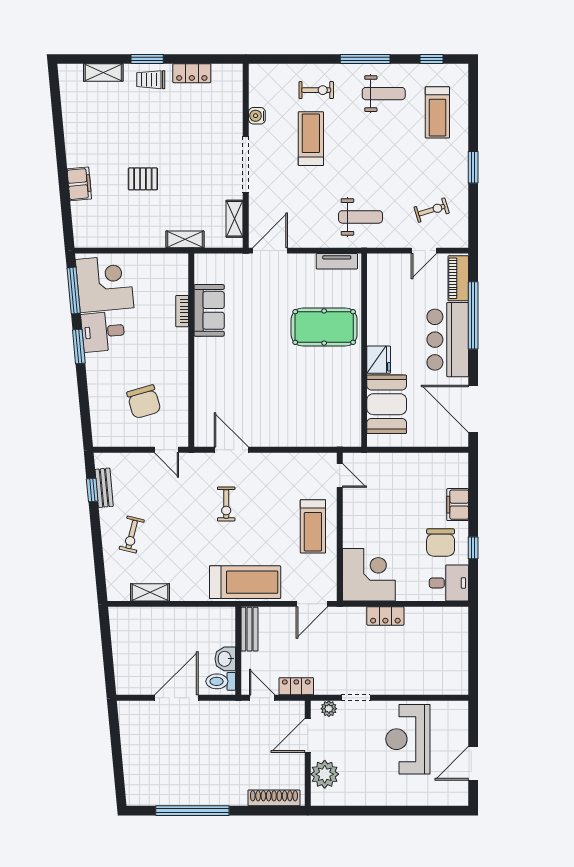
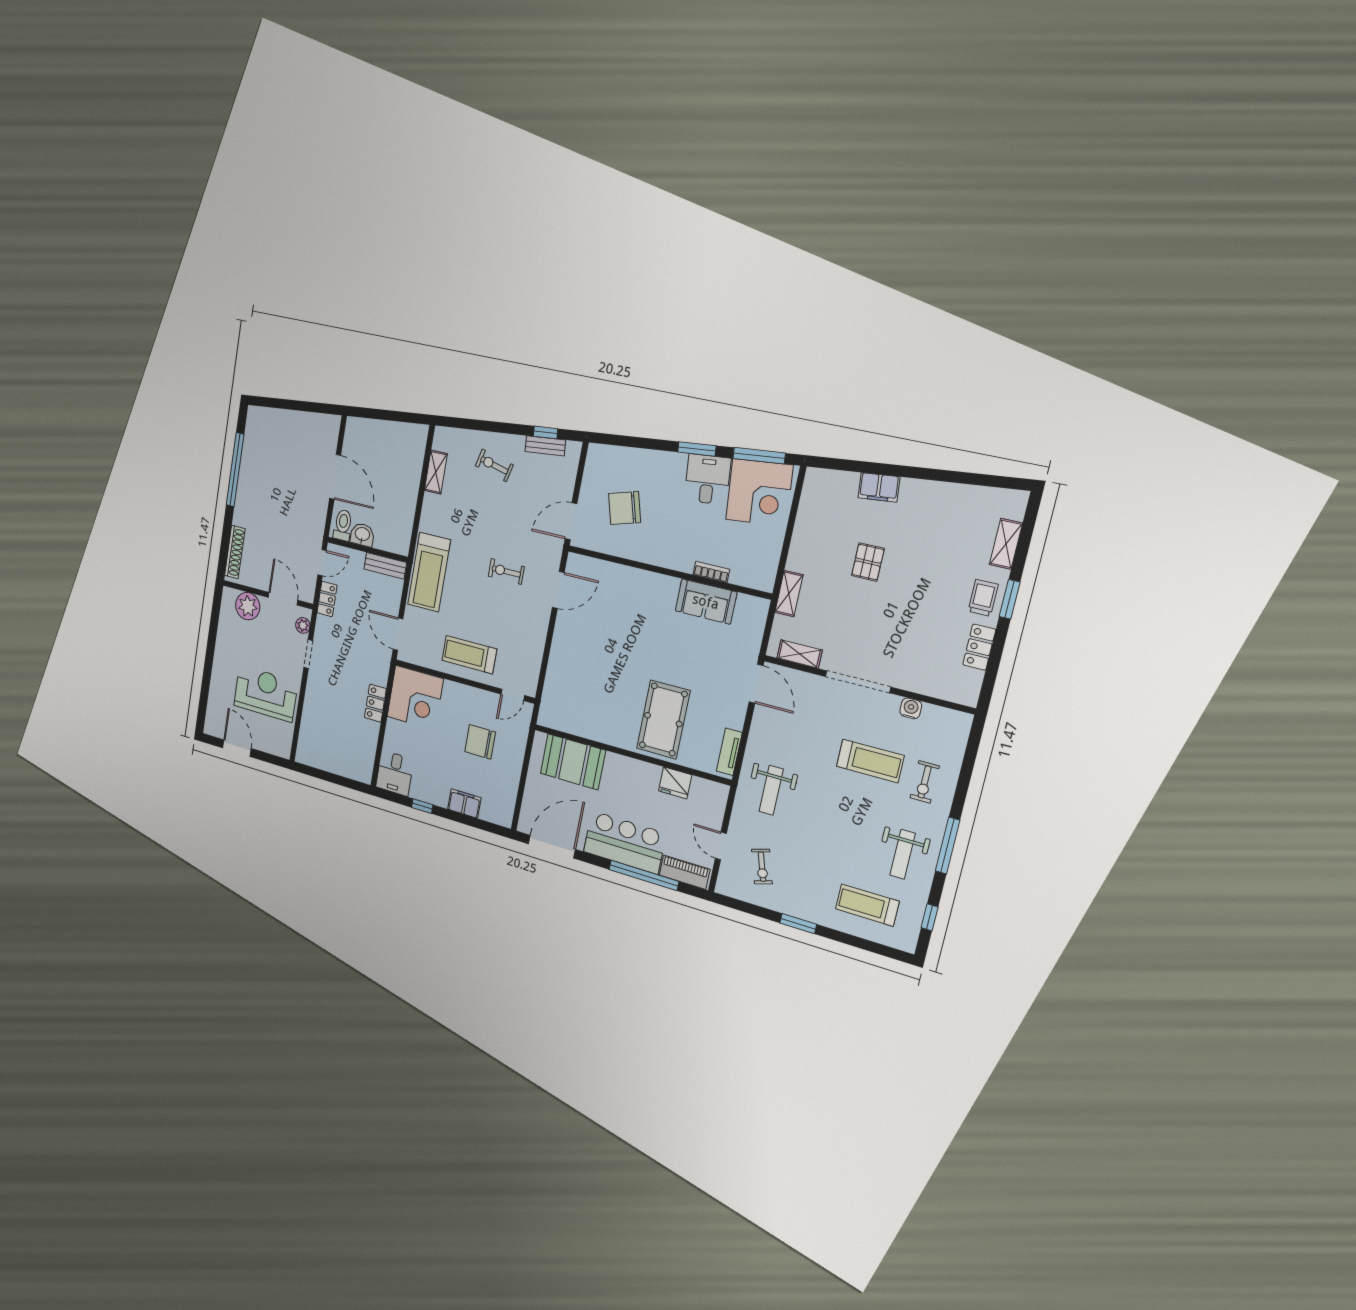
fridge: (379, 360) -> (675, 783), moved
door: (167, 450) -> (571, 521), width x1.38
chair: (441, 542) -> (480, 742), moved

